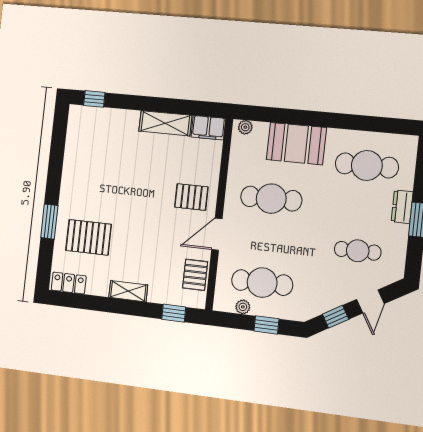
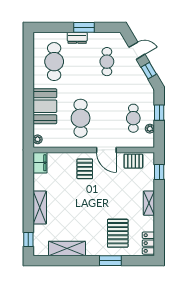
shelving: (165, 123) -> (40, 208), moved
shelving: (74, 157) -> (67, 248), added
cafe table: (262, 283) -> (133, 118), width x0.73, depth x0.74

